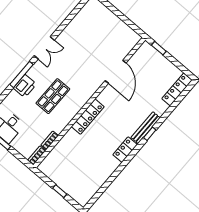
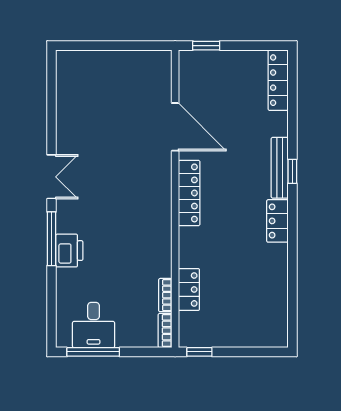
shop shelf: (53, 96) -> (119, 232), removed
locker: (88, 117) -> (189, 193), moved
locker: (62, 147) -> (189, 289), added
window: (60, 191) -> (199, 352), moved

